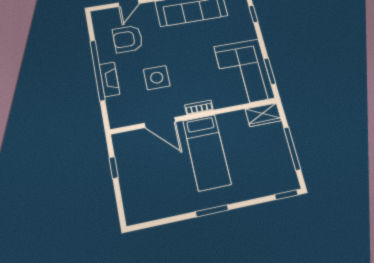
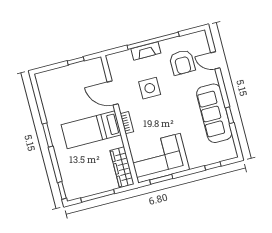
armchair: (128, 39) -> (182, 62), turned 180
wardrobe: (263, 115) -> (122, 167), width x1.50
door: (160, 123) -> (113, 93), hinge flipped

